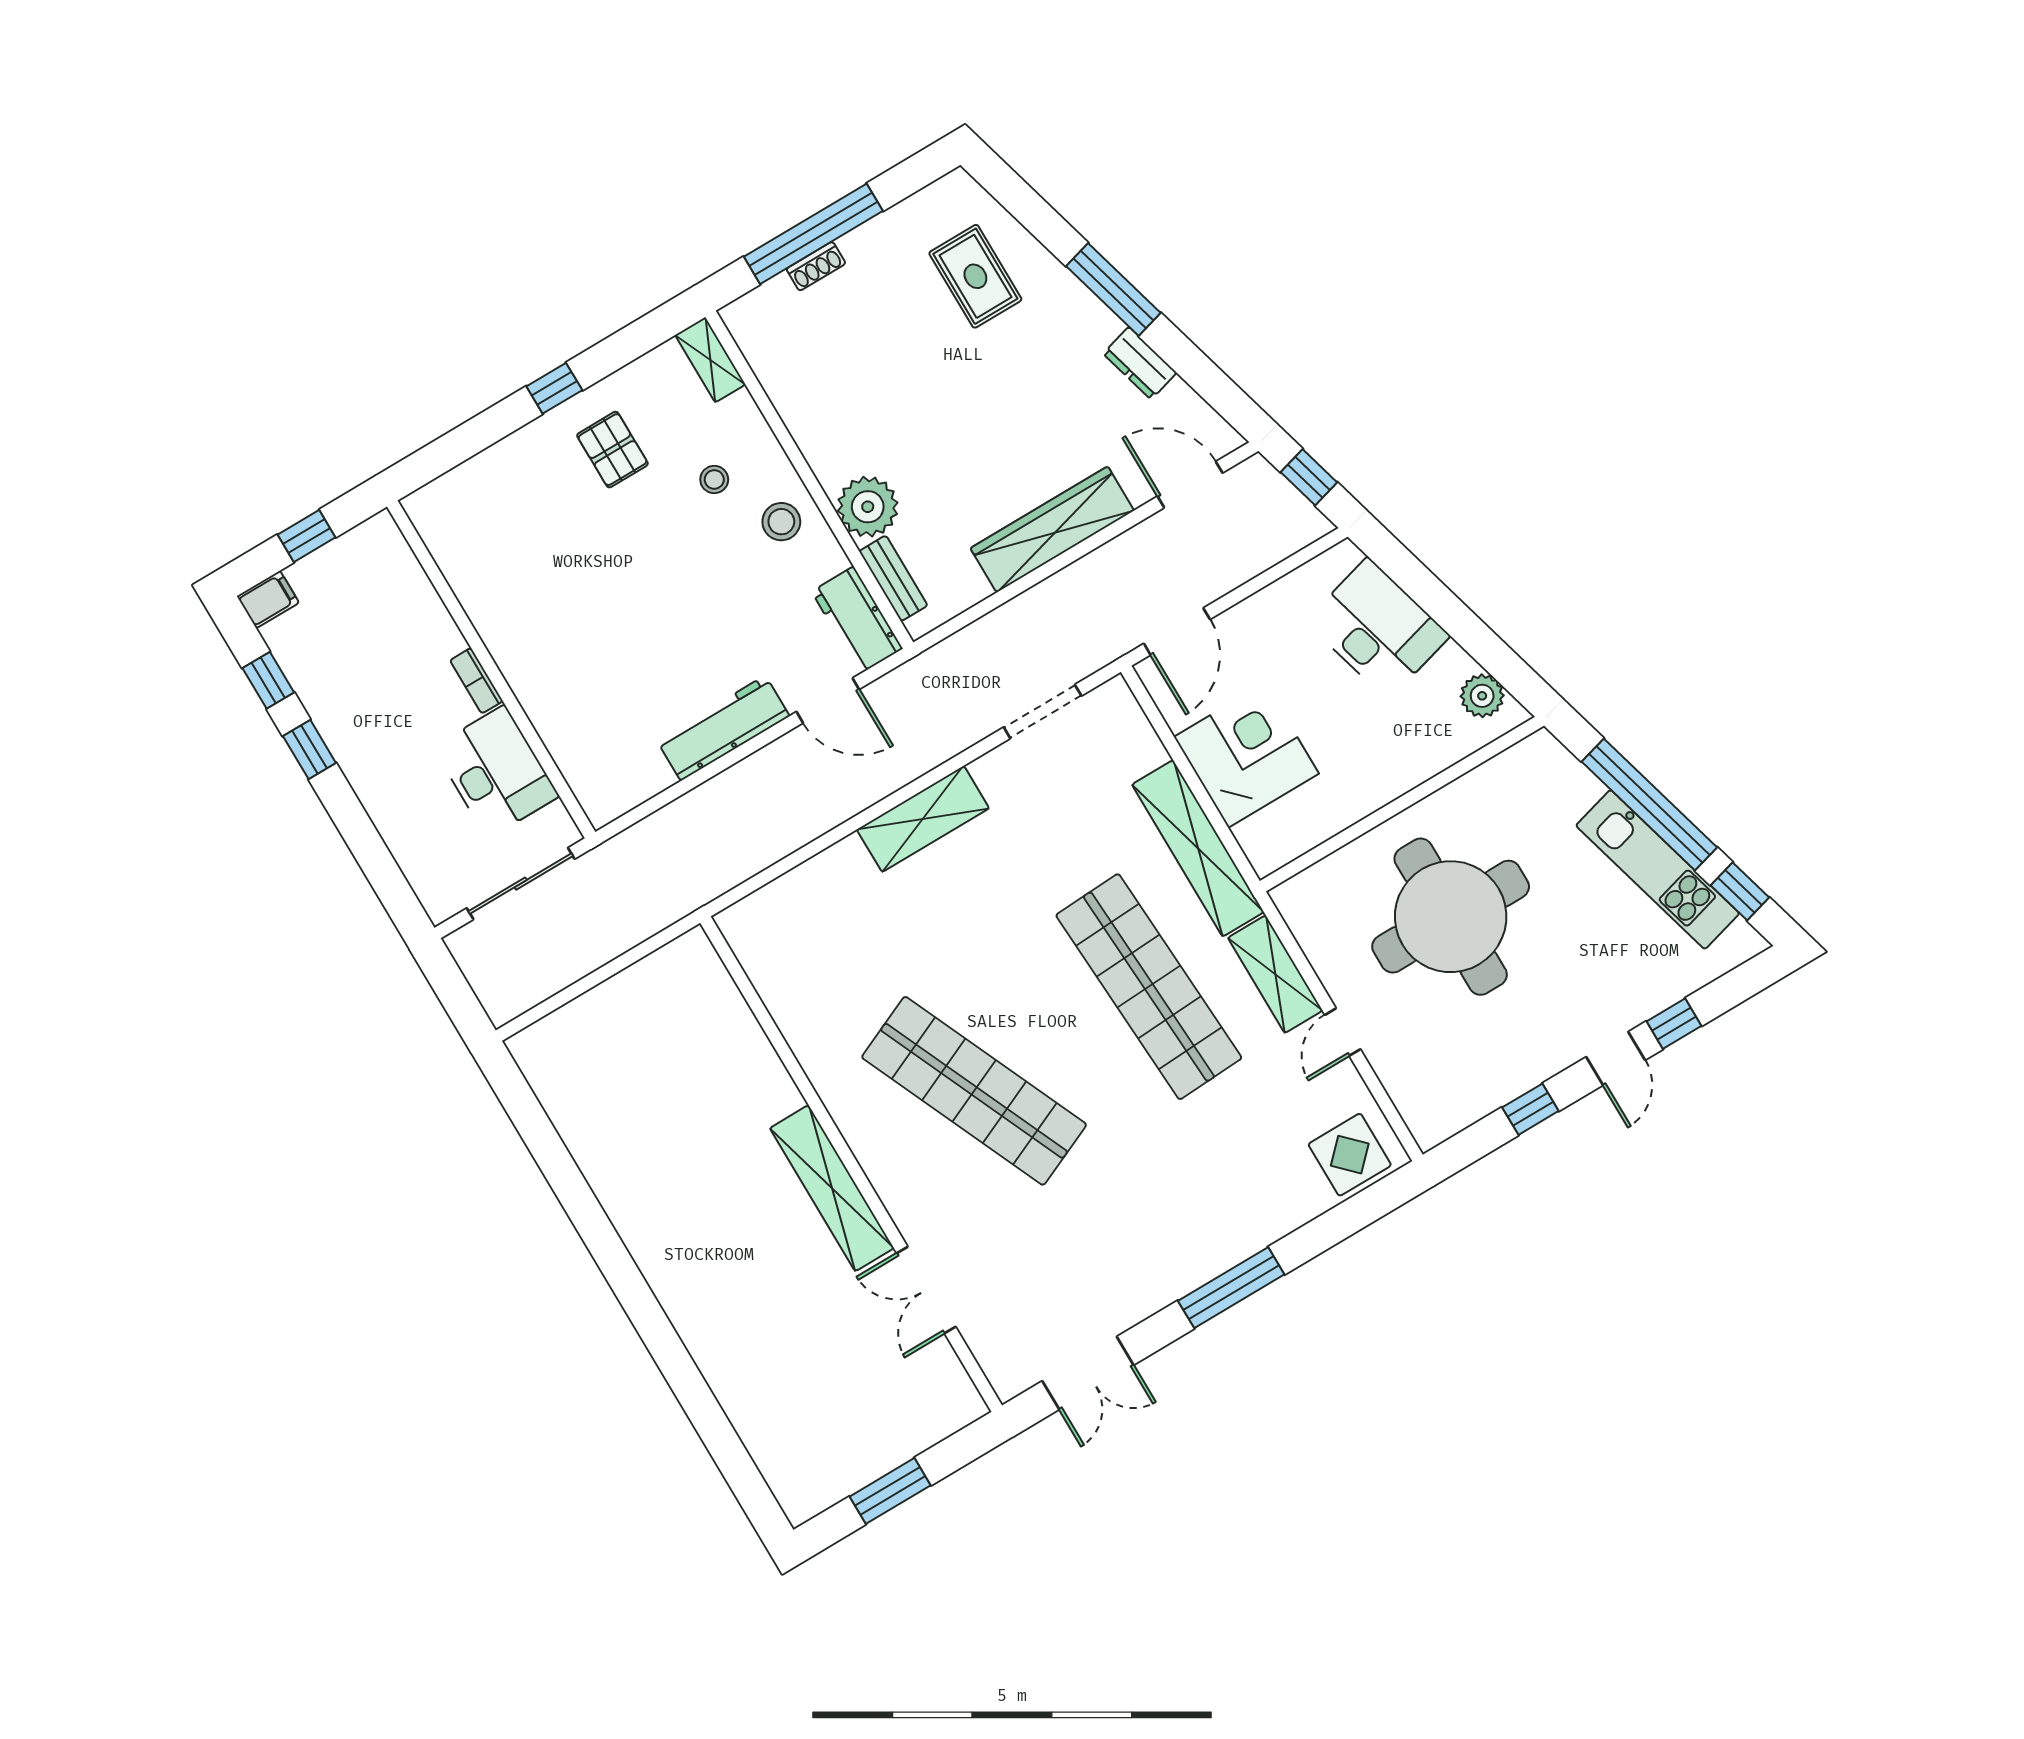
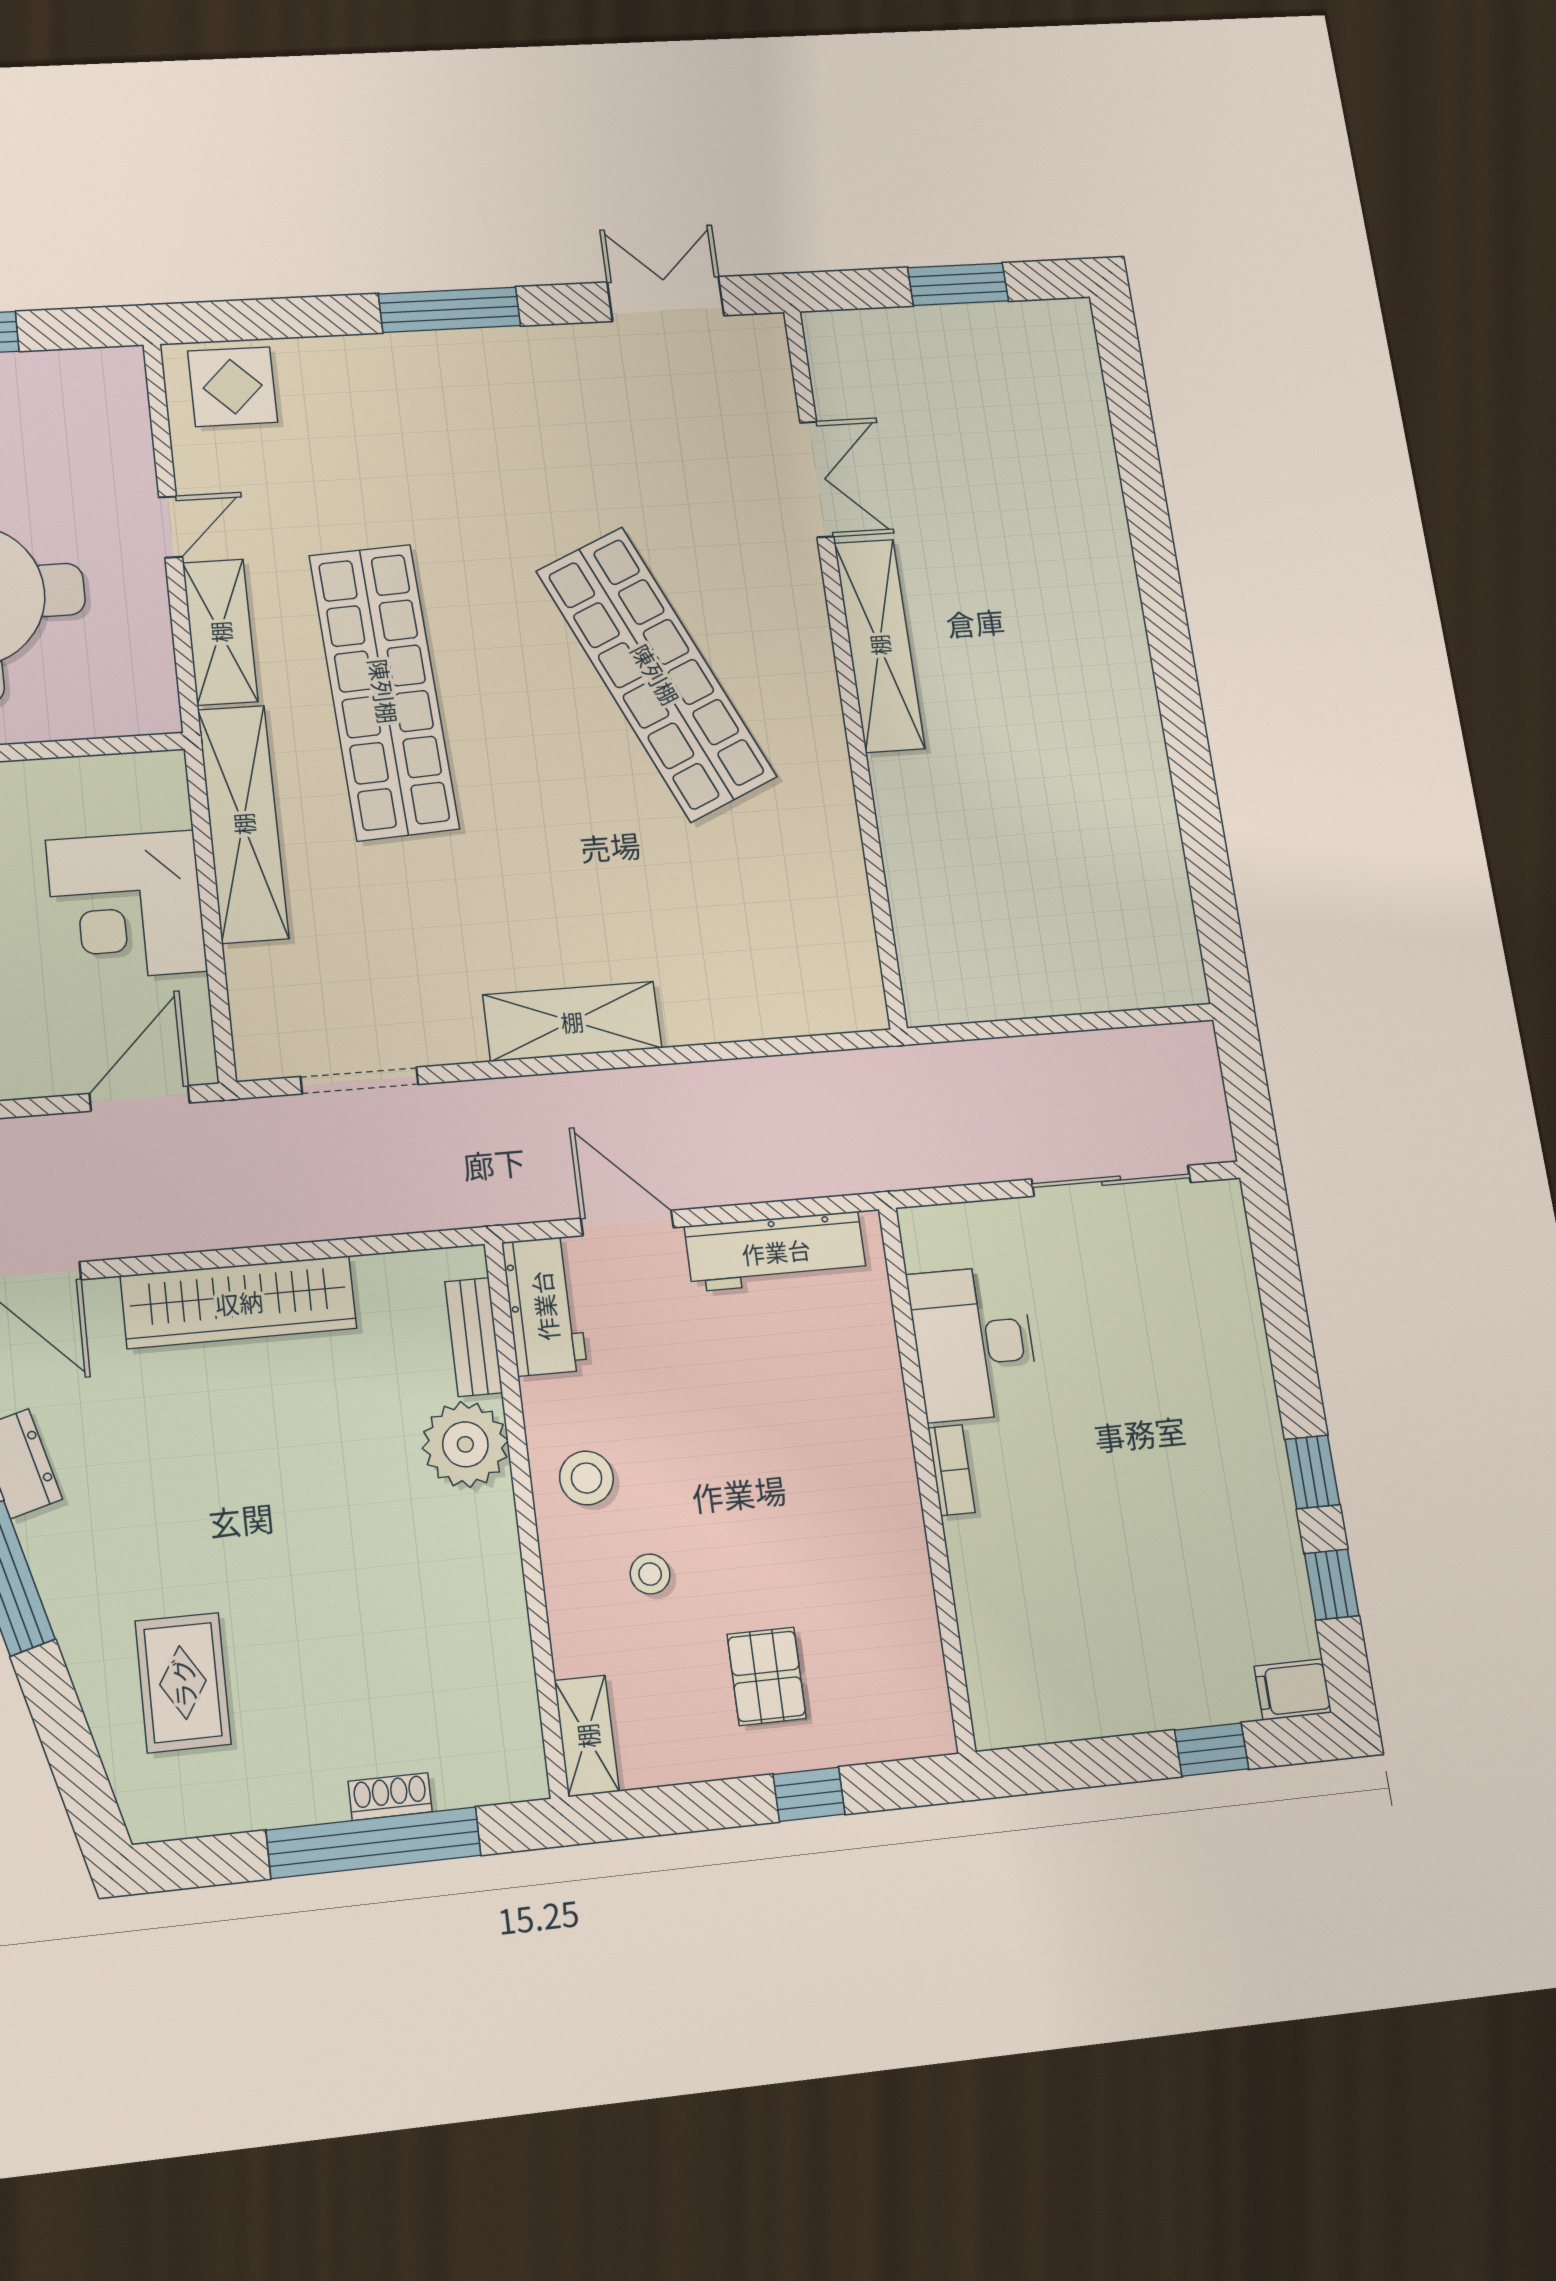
wall: (491, 669) -> (926, 1476), moved
bookcase: (476, 681) -> (951, 1470), moved
desk: (496, 772) -> (974, 1343), moved

